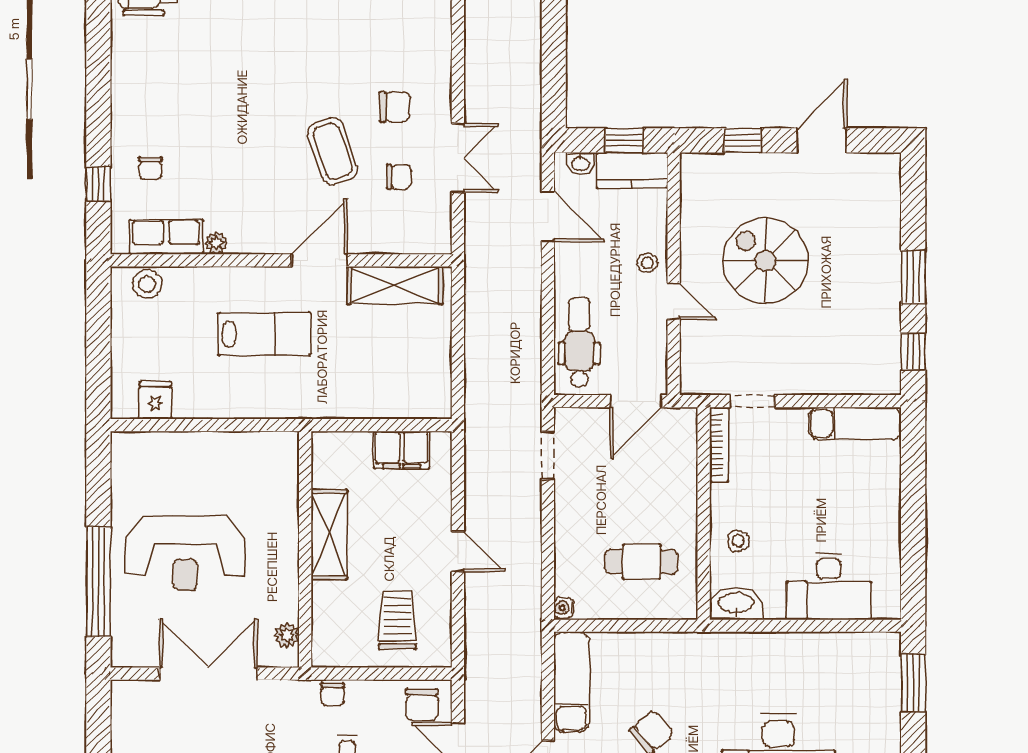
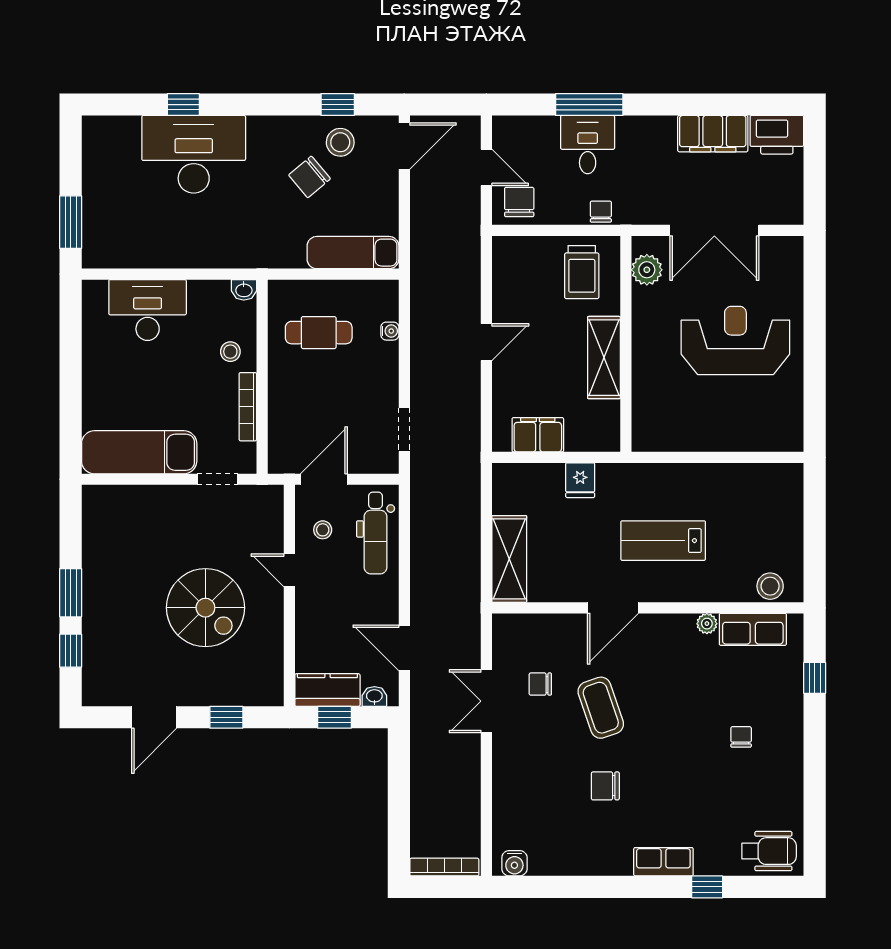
chair: (395, 107) -> (605, 786), moved
chair: (150, 168) -> (741, 737), moved
stool: (647, 263) -> (323, 530), moved
shelving: (395, 285) -> (509, 559), moved, turned 90
window: (913, 352) -> (71, 651), moved
fridge: (155, 400) -> (580, 480), moved
exam couch: (855, 423) -> (139, 452), width x1.36, depth x1.45
bookcase: (719, 444) -> (248, 407), moved
door: (458, 551) -> (486, 342), swing flipped
window: (98, 582) -> (815, 314), removed
washbasin: (736, 604) -> (244, 290), width x0.52, depth x0.69
water cooler: (564, 608) -> (390, 331), moved
trolley: (397, 620) -> (582, 272), moved
plant: (287, 635) -> (647, 270), width x1.38, depth x1.38
exam couch: (571, 682) -> (353, 253), moved, turned 90

